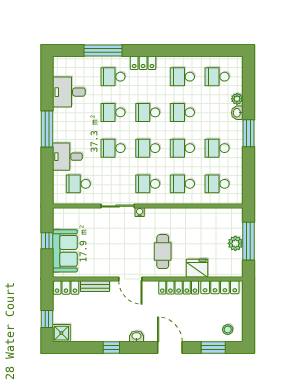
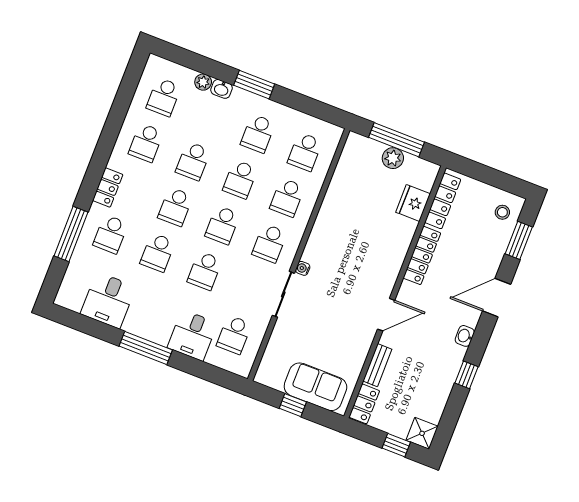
cafe table: (163, 252) -> (366, 258), removed
fridge: (197, 268) -> (413, 203), moved

